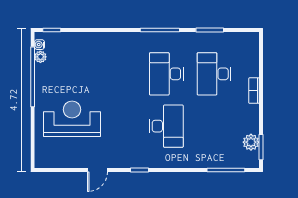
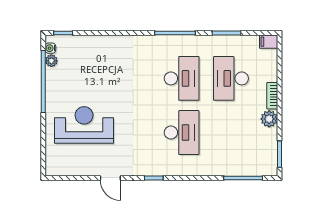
filing cabinet: (250, 38) -> (269, 42), added
desk: (166, 74) -> (182, 78), turned 180
plant: (251, 142) -> (269, 119), moved
door: (98, 170) -> (110, 178), hinge flipped

